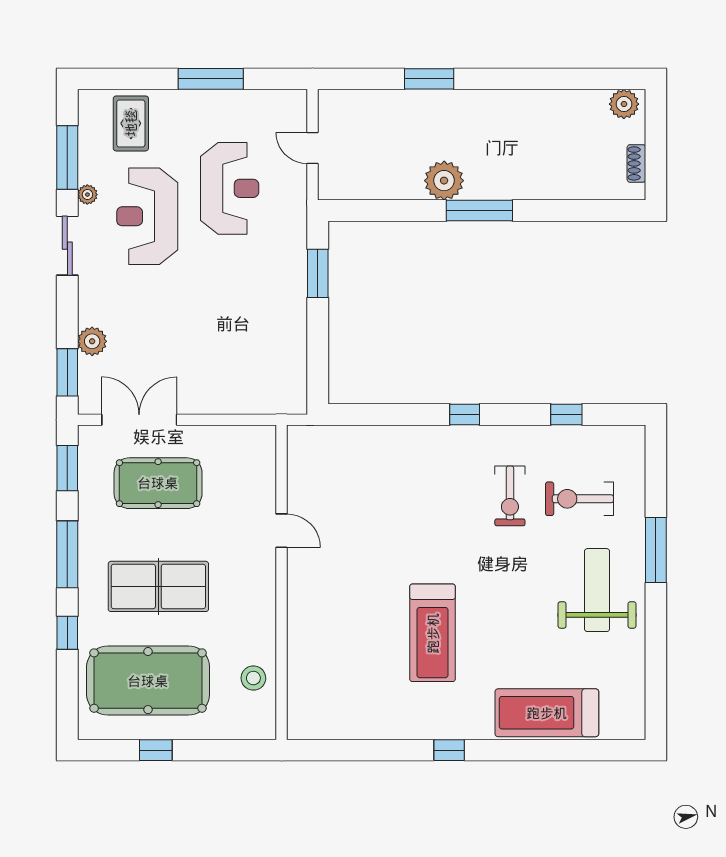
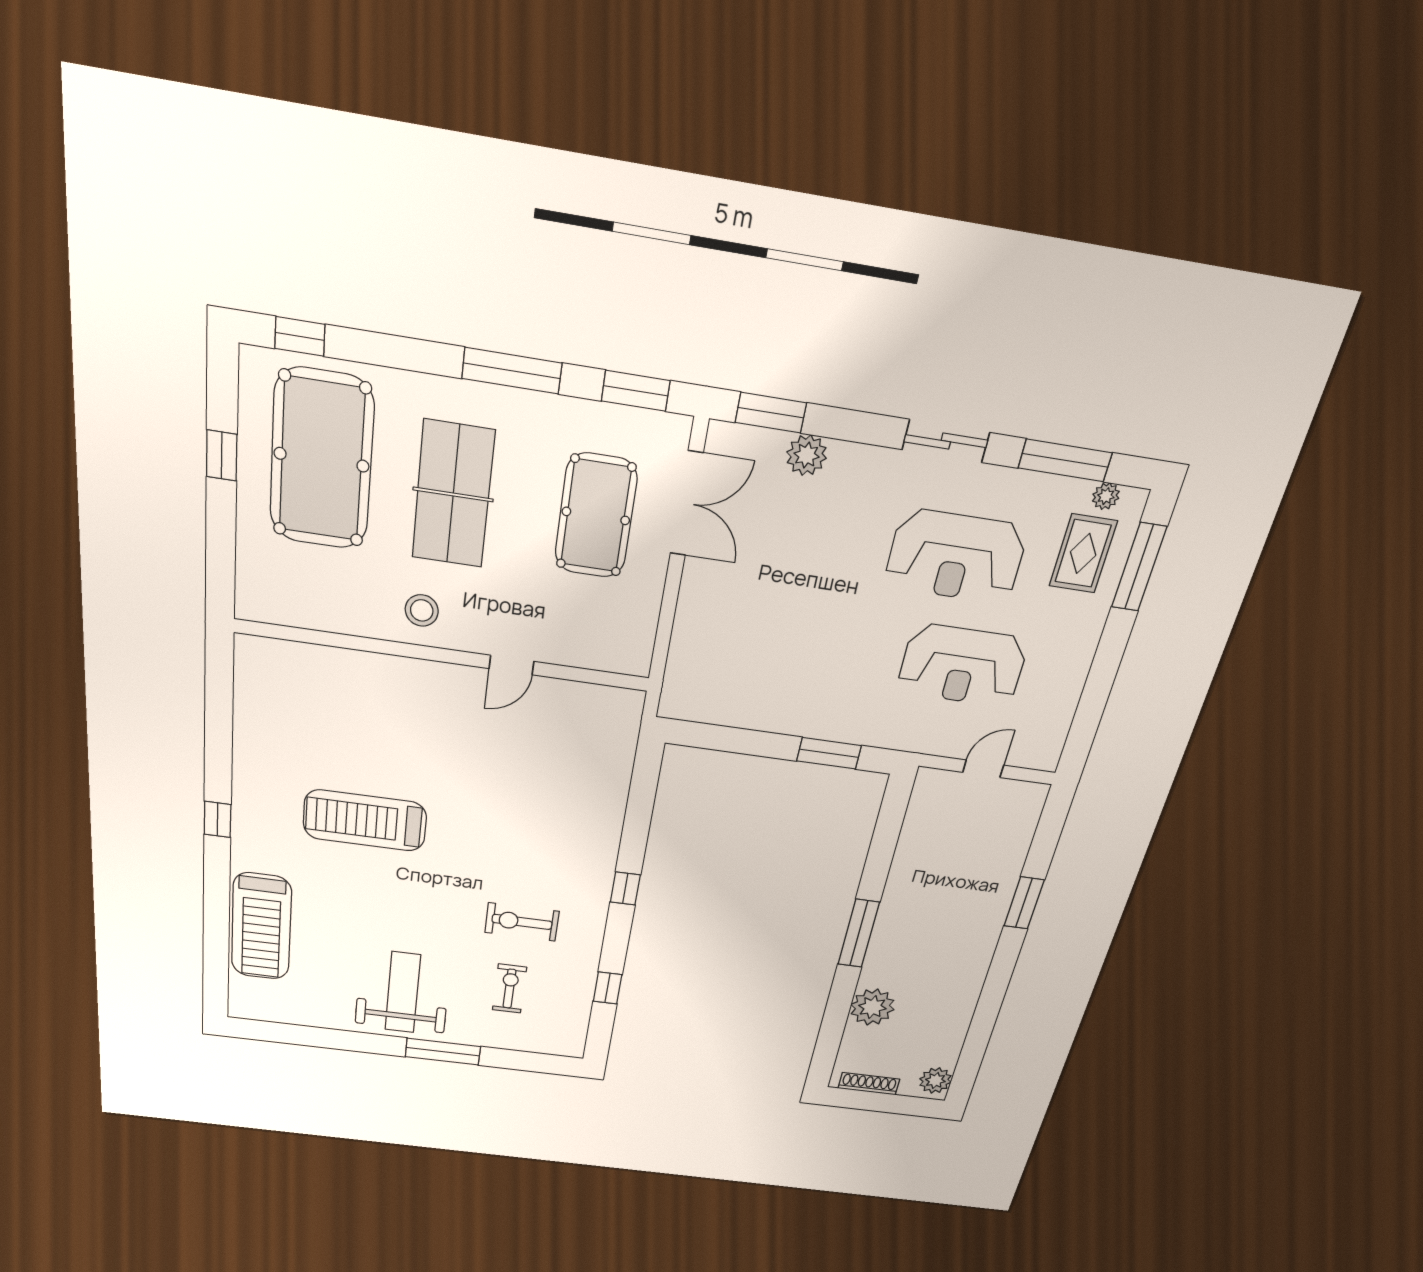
window: (211, 79) -> (1139, 567), moved
rug: (131, 123) -> (1083, 554), turned 90
shoe rack: (636, 163) -> (869, 1084), width x1.43
plant: (444, 181) -> (872, 1007), moved
plant: (87, 195) -> (1106, 496), moved
reception desk: (147, 216) -> (956, 556), turned 180
exercise bike: (579, 499) -> (510, 989), width x0.73, depth x0.72
weight bench: (597, 590) -> (403, 992), turned -90
window: (67, 633) -> (300, 336), moved
stool: (253, 678) -> (422, 610), moved
treadmill: (547, 713) -> (261, 927), turned 180

